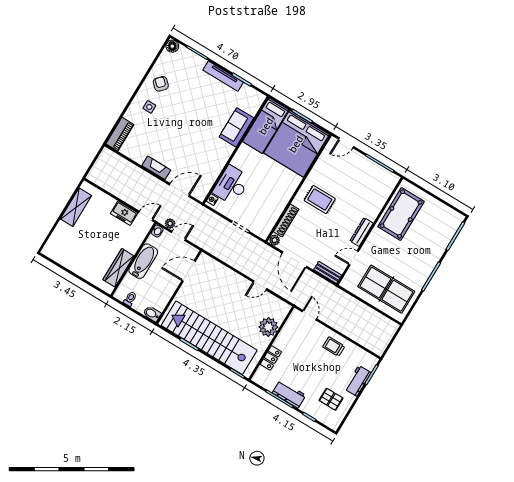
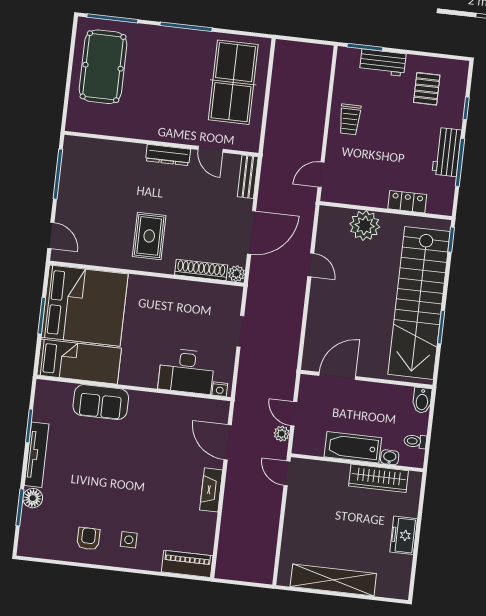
floor lamp: (172, 46) -> (33, 498), moved
armchair: (161, 84) -> (88, 539), turned 137
shelving: (76, 207) -> (333, 580), width x1.47
freezer: (124, 213) -> (404, 535), moved, turned 180
pool table: (401, 214) -> (103, 67), moved, turned 90
washbasin: (157, 231) -> (390, 457), moved
door: (189, 271) -> (337, 376), swing flipped

